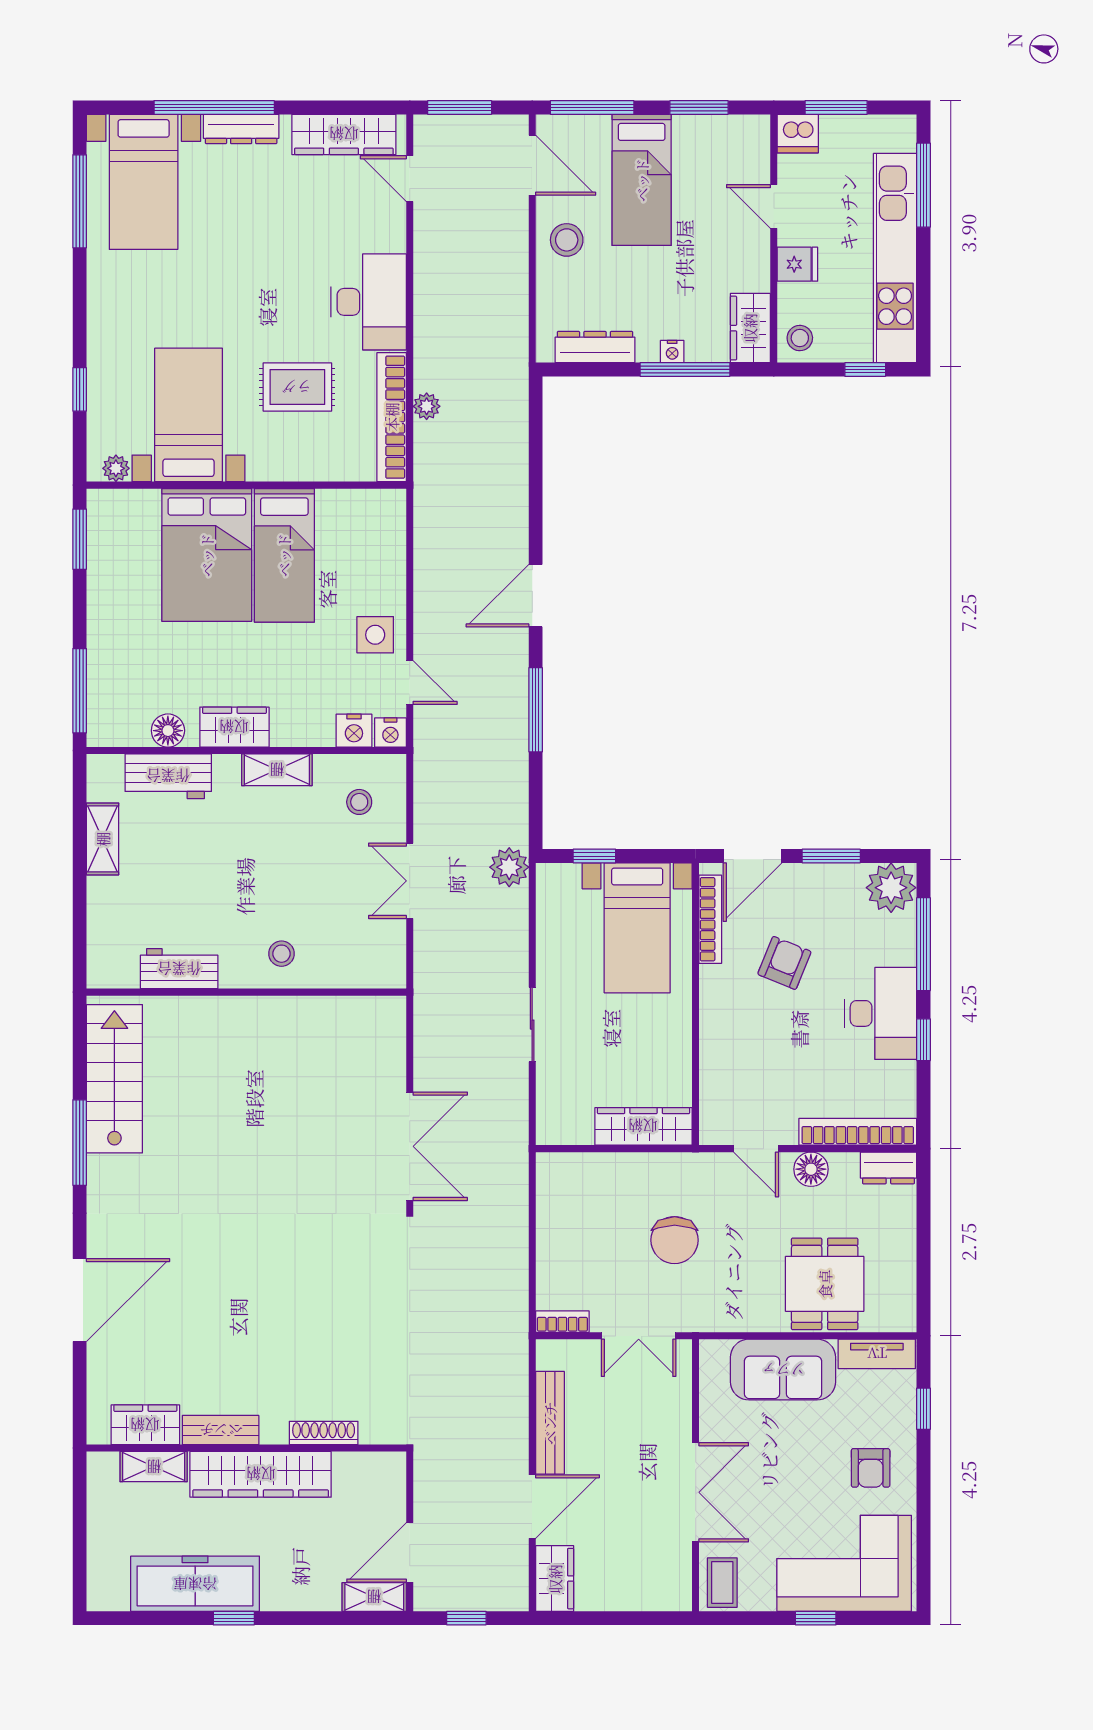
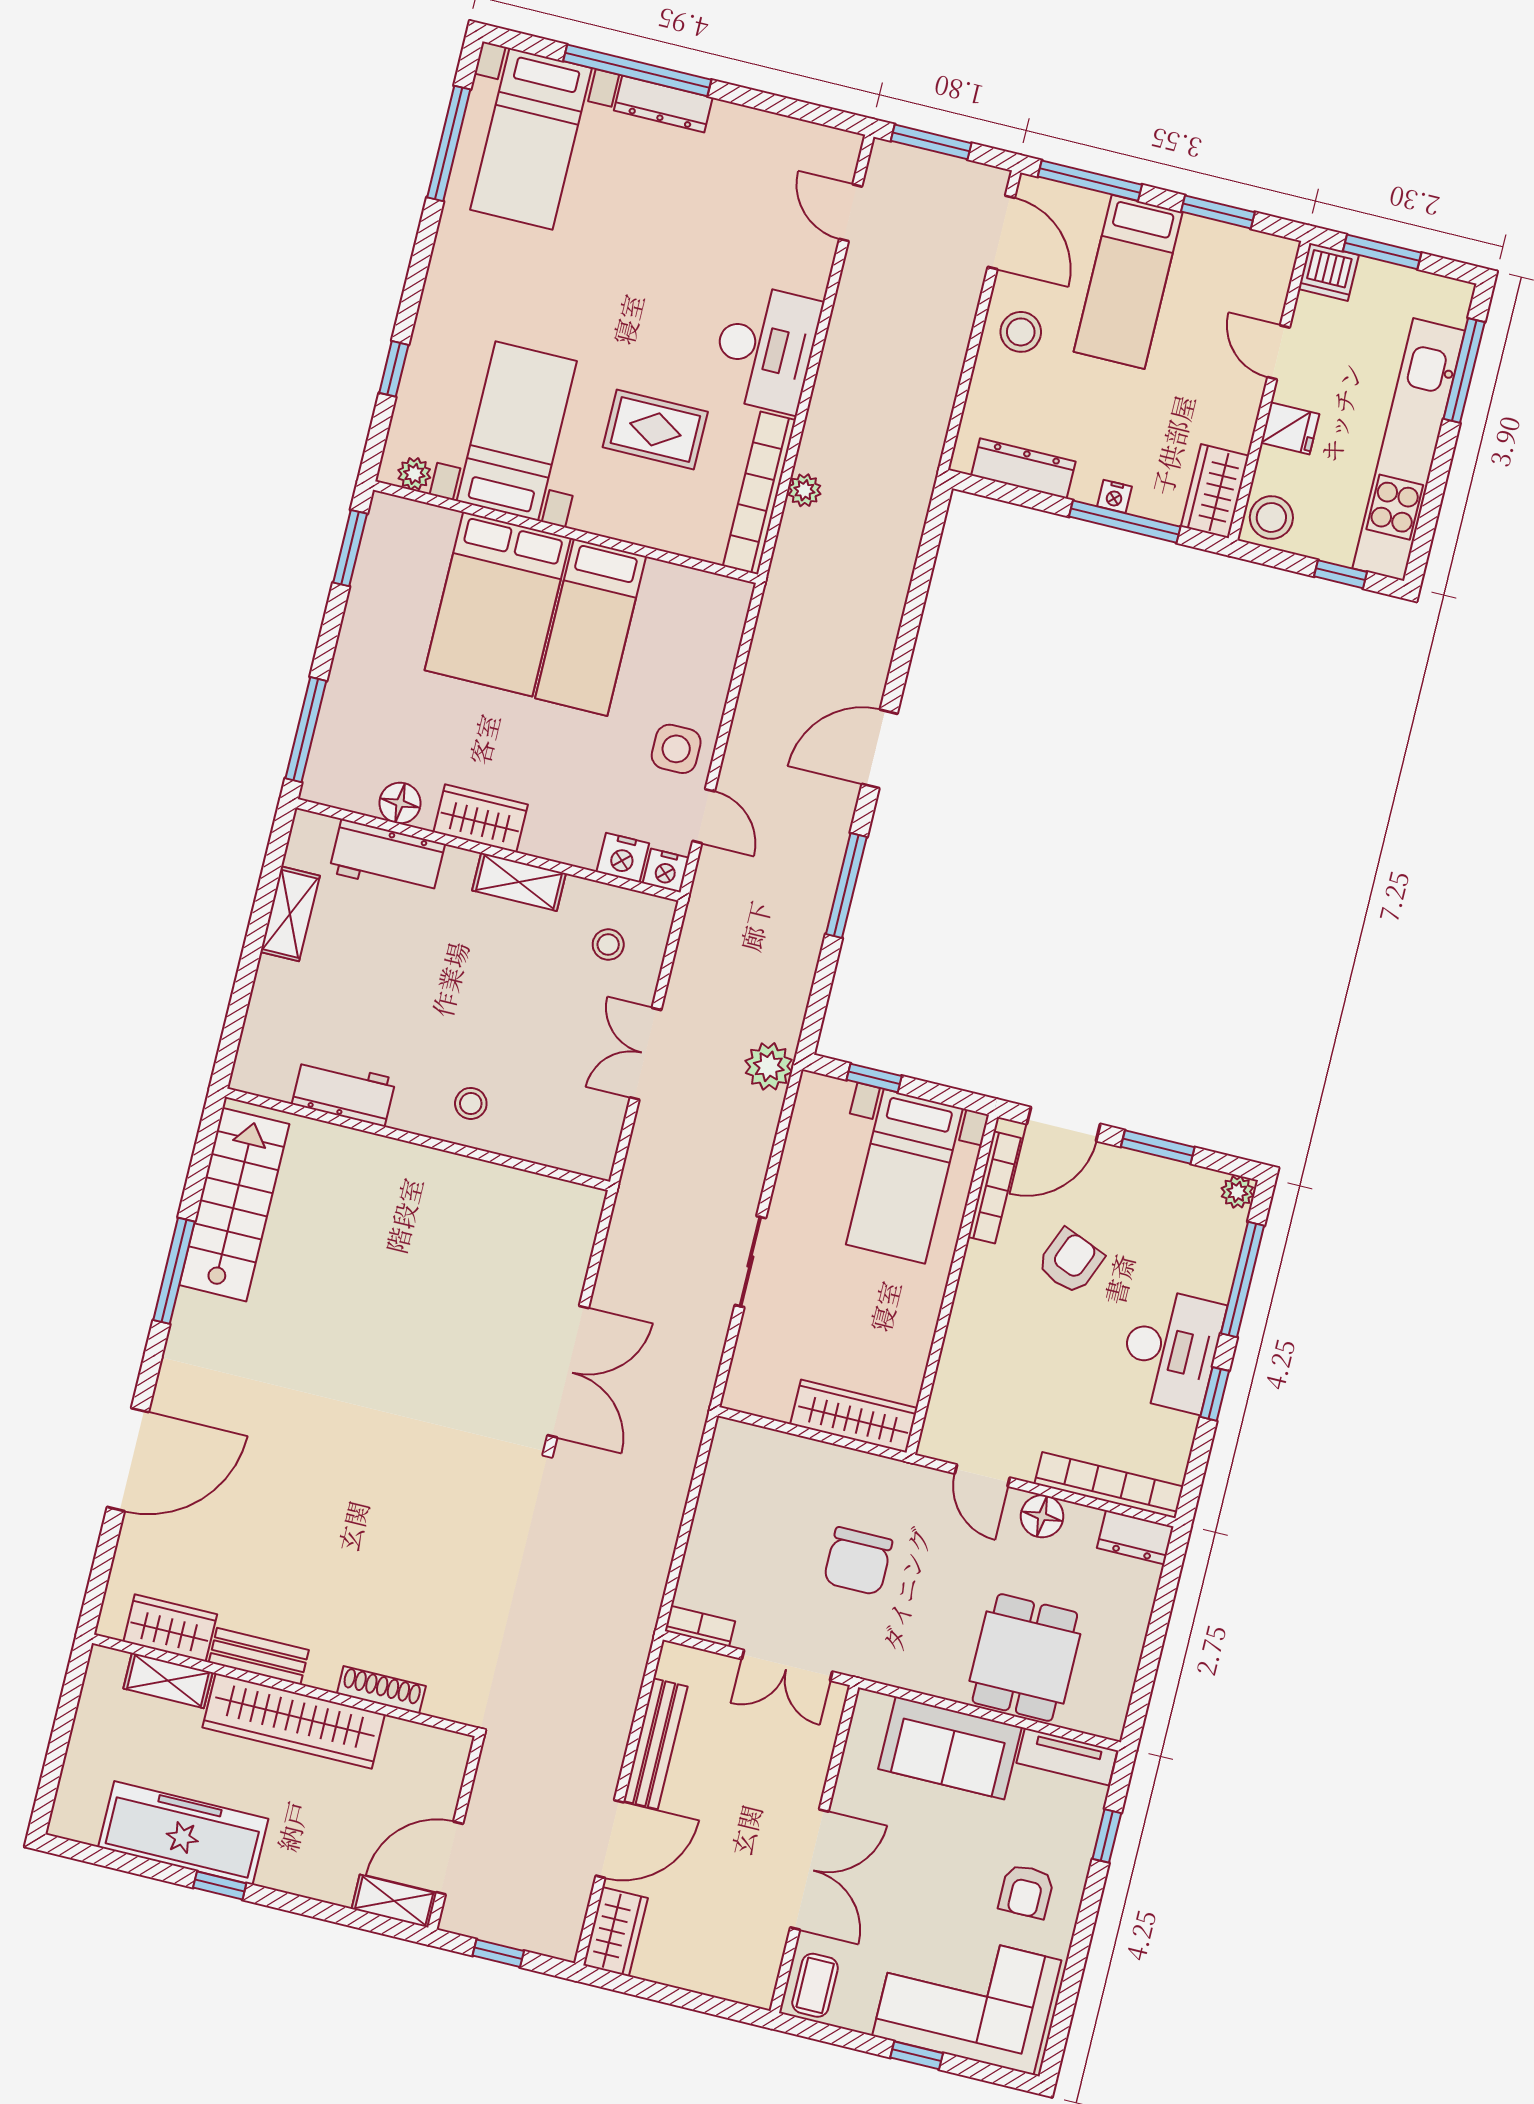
wardrobe: (344, 134) -> (785, 140), removed
stool: (800, 338) -> (1271, 517), width x1.37, depth x1.37
plant: (891, 888) -> (1237, 1192), width x0.53, depth x0.53

